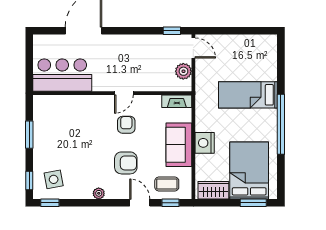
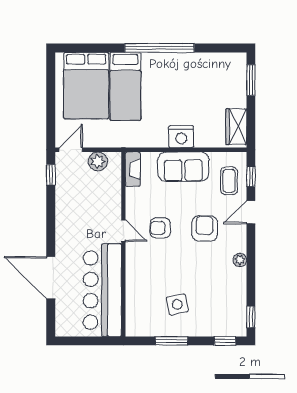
bar counter: (62, 75) -> (102, 290), width x1.36
bed: (249, 171) -> (86, 86), moved, turned -90
side table: (54, 179) -> (177, 304), moved

